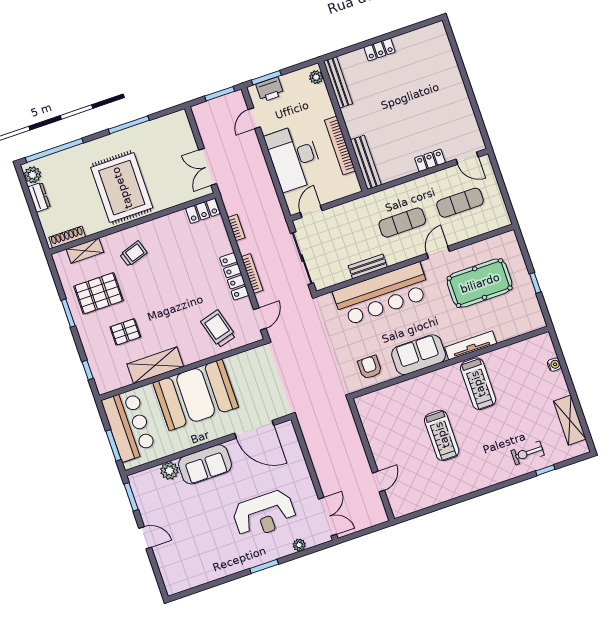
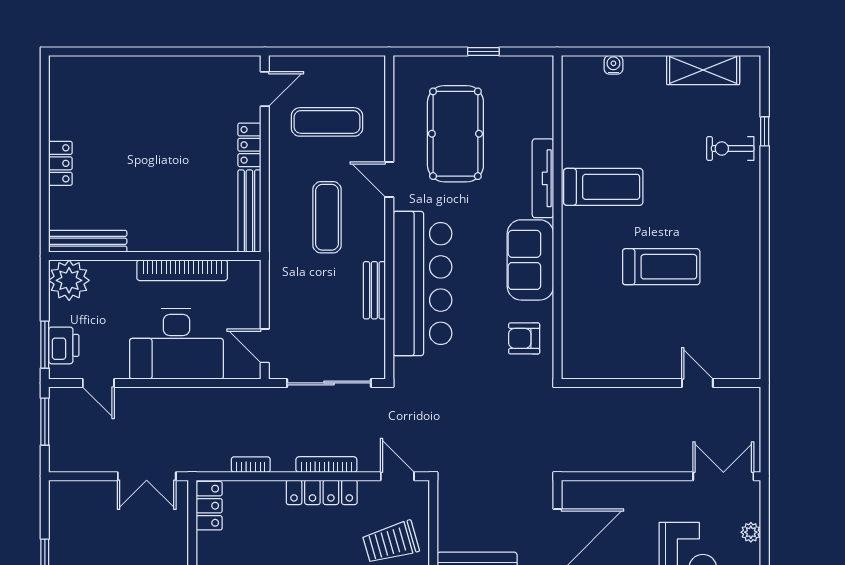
plant: (316, 77) -> (69, 280), width x1.88, depth x1.88
bench: (366, 162) -> (249, 211), moved, turned 90
exercise mat: (460, 203) -> (327, 122), turned 90
exercise bike: (528, 453) -> (730, 149), turned 90

